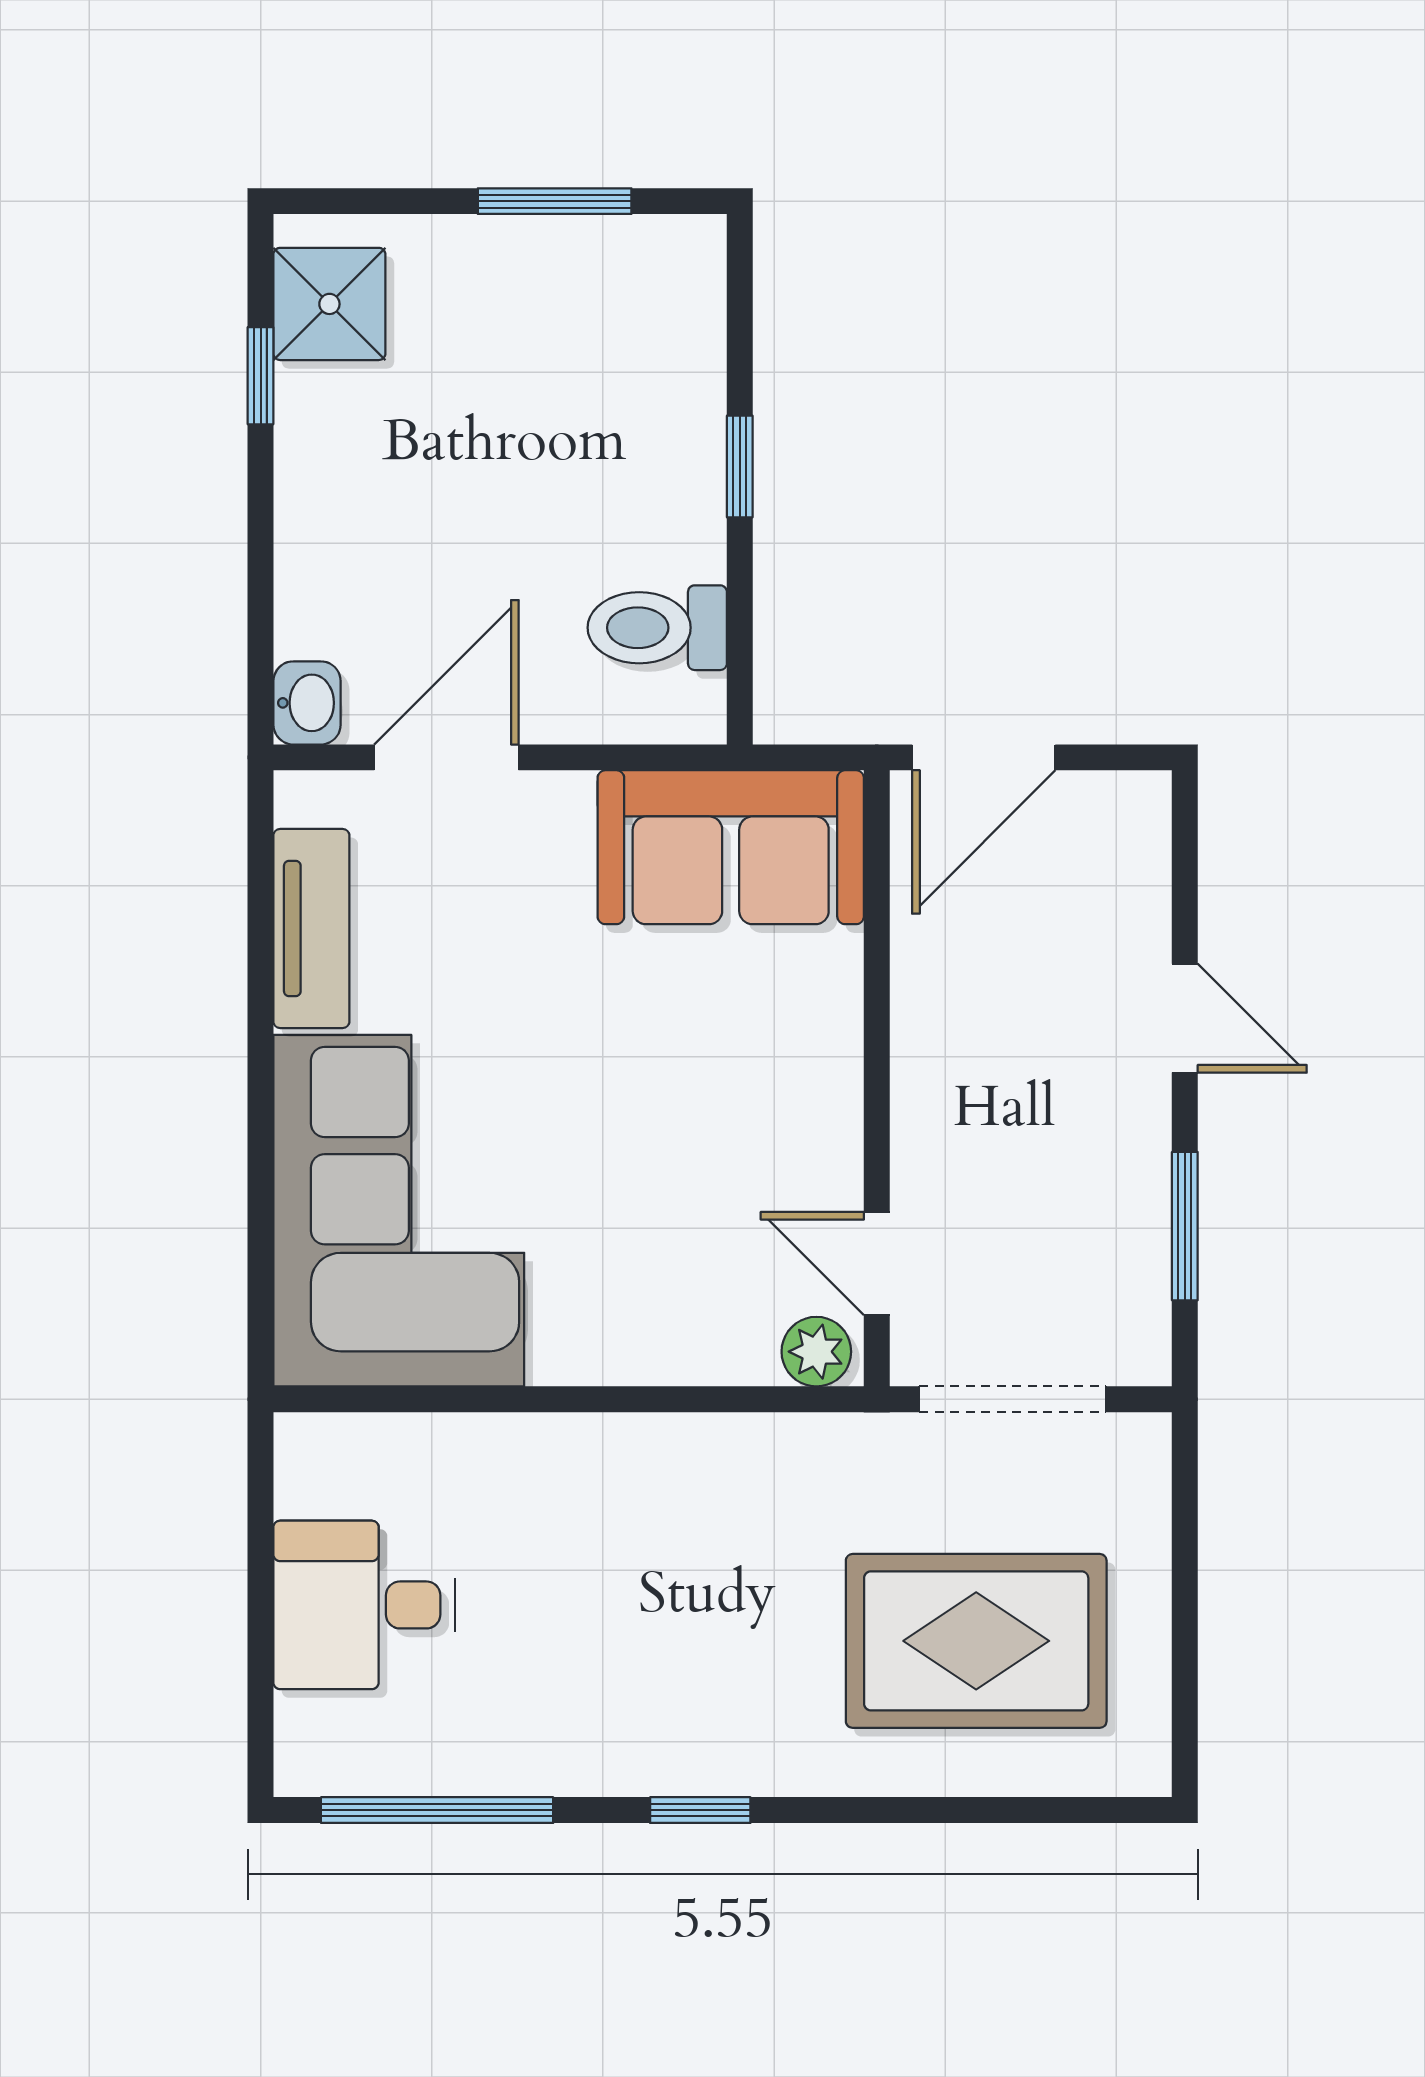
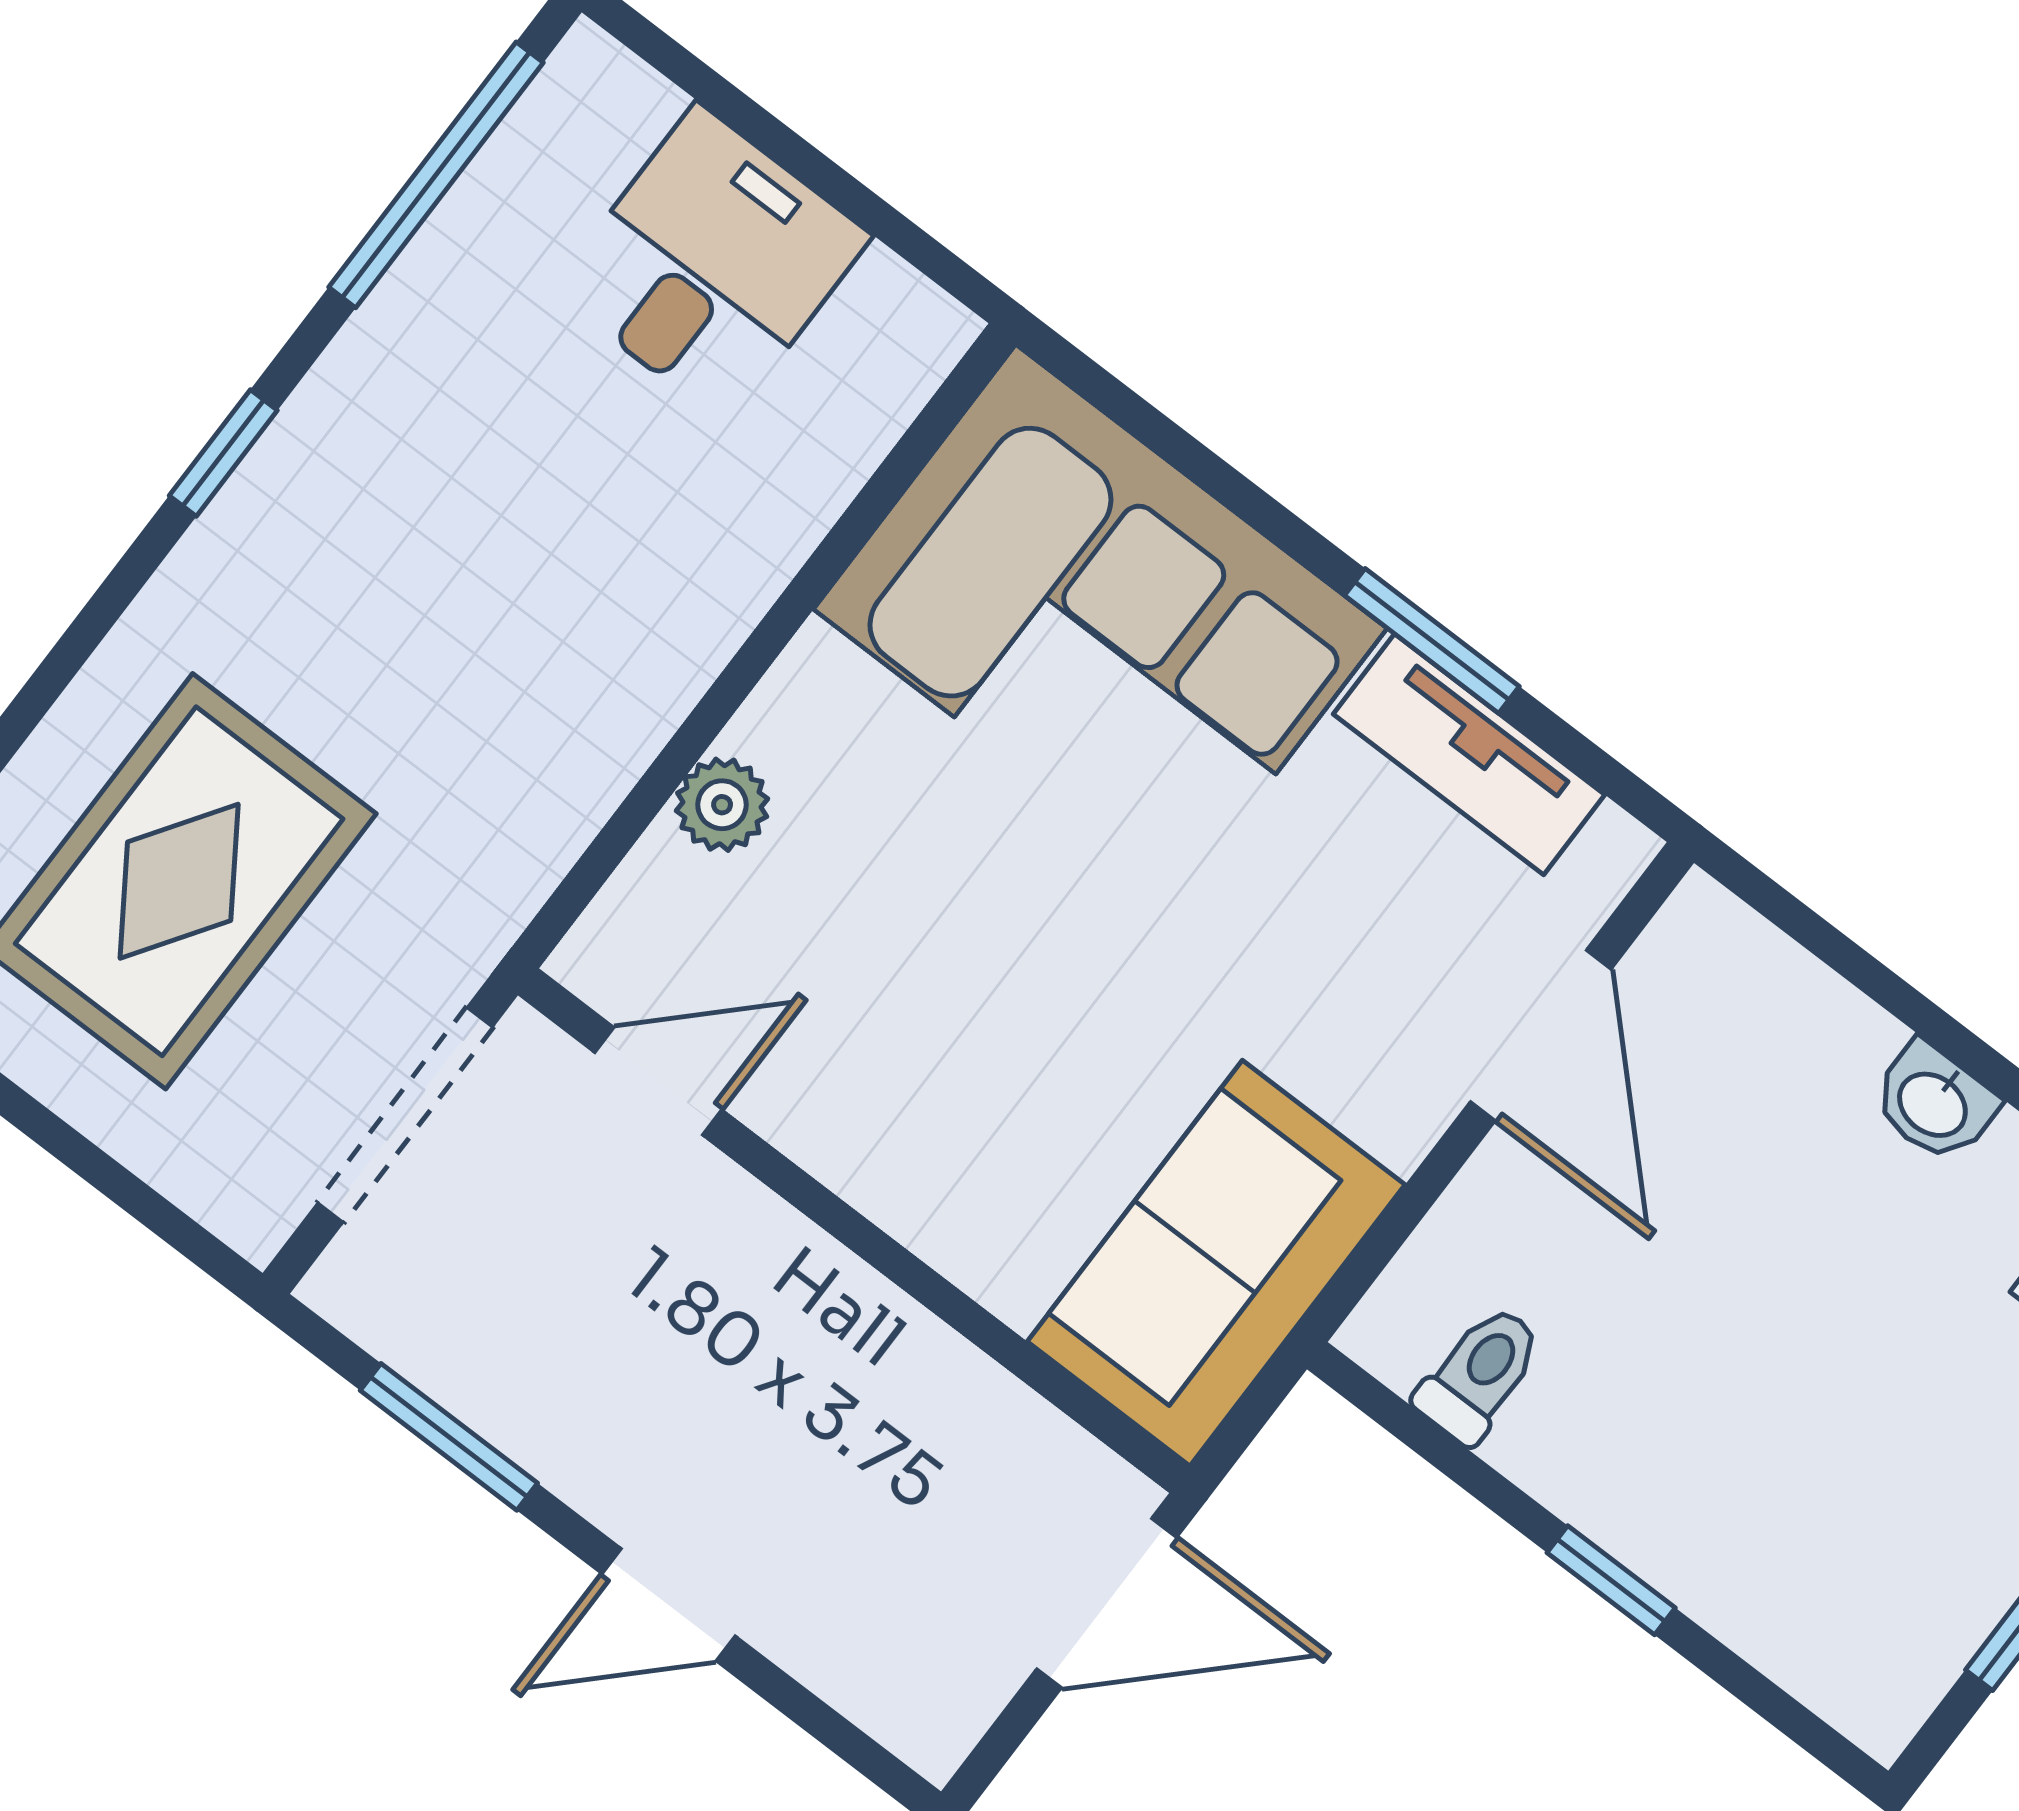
toilet: (657, 628) -> (1480, 1374), width x0.73, depth x0.72
washbasin: (307, 703) -> (1934, 1103), moved
door: (984, 757) -> (1107, 1603), swing flipped
window: (261, 1002) -> (1432, 641), added
plant: (816, 1352) -> (722, 805), moved

